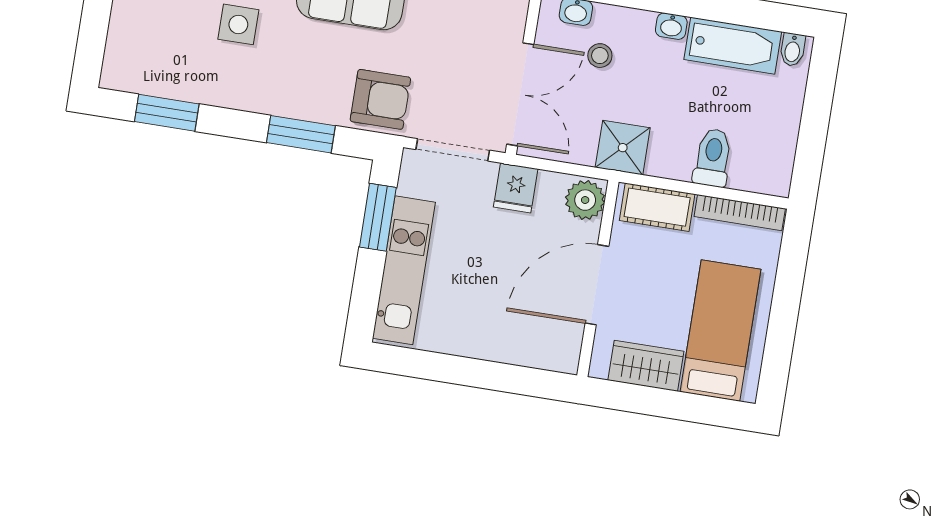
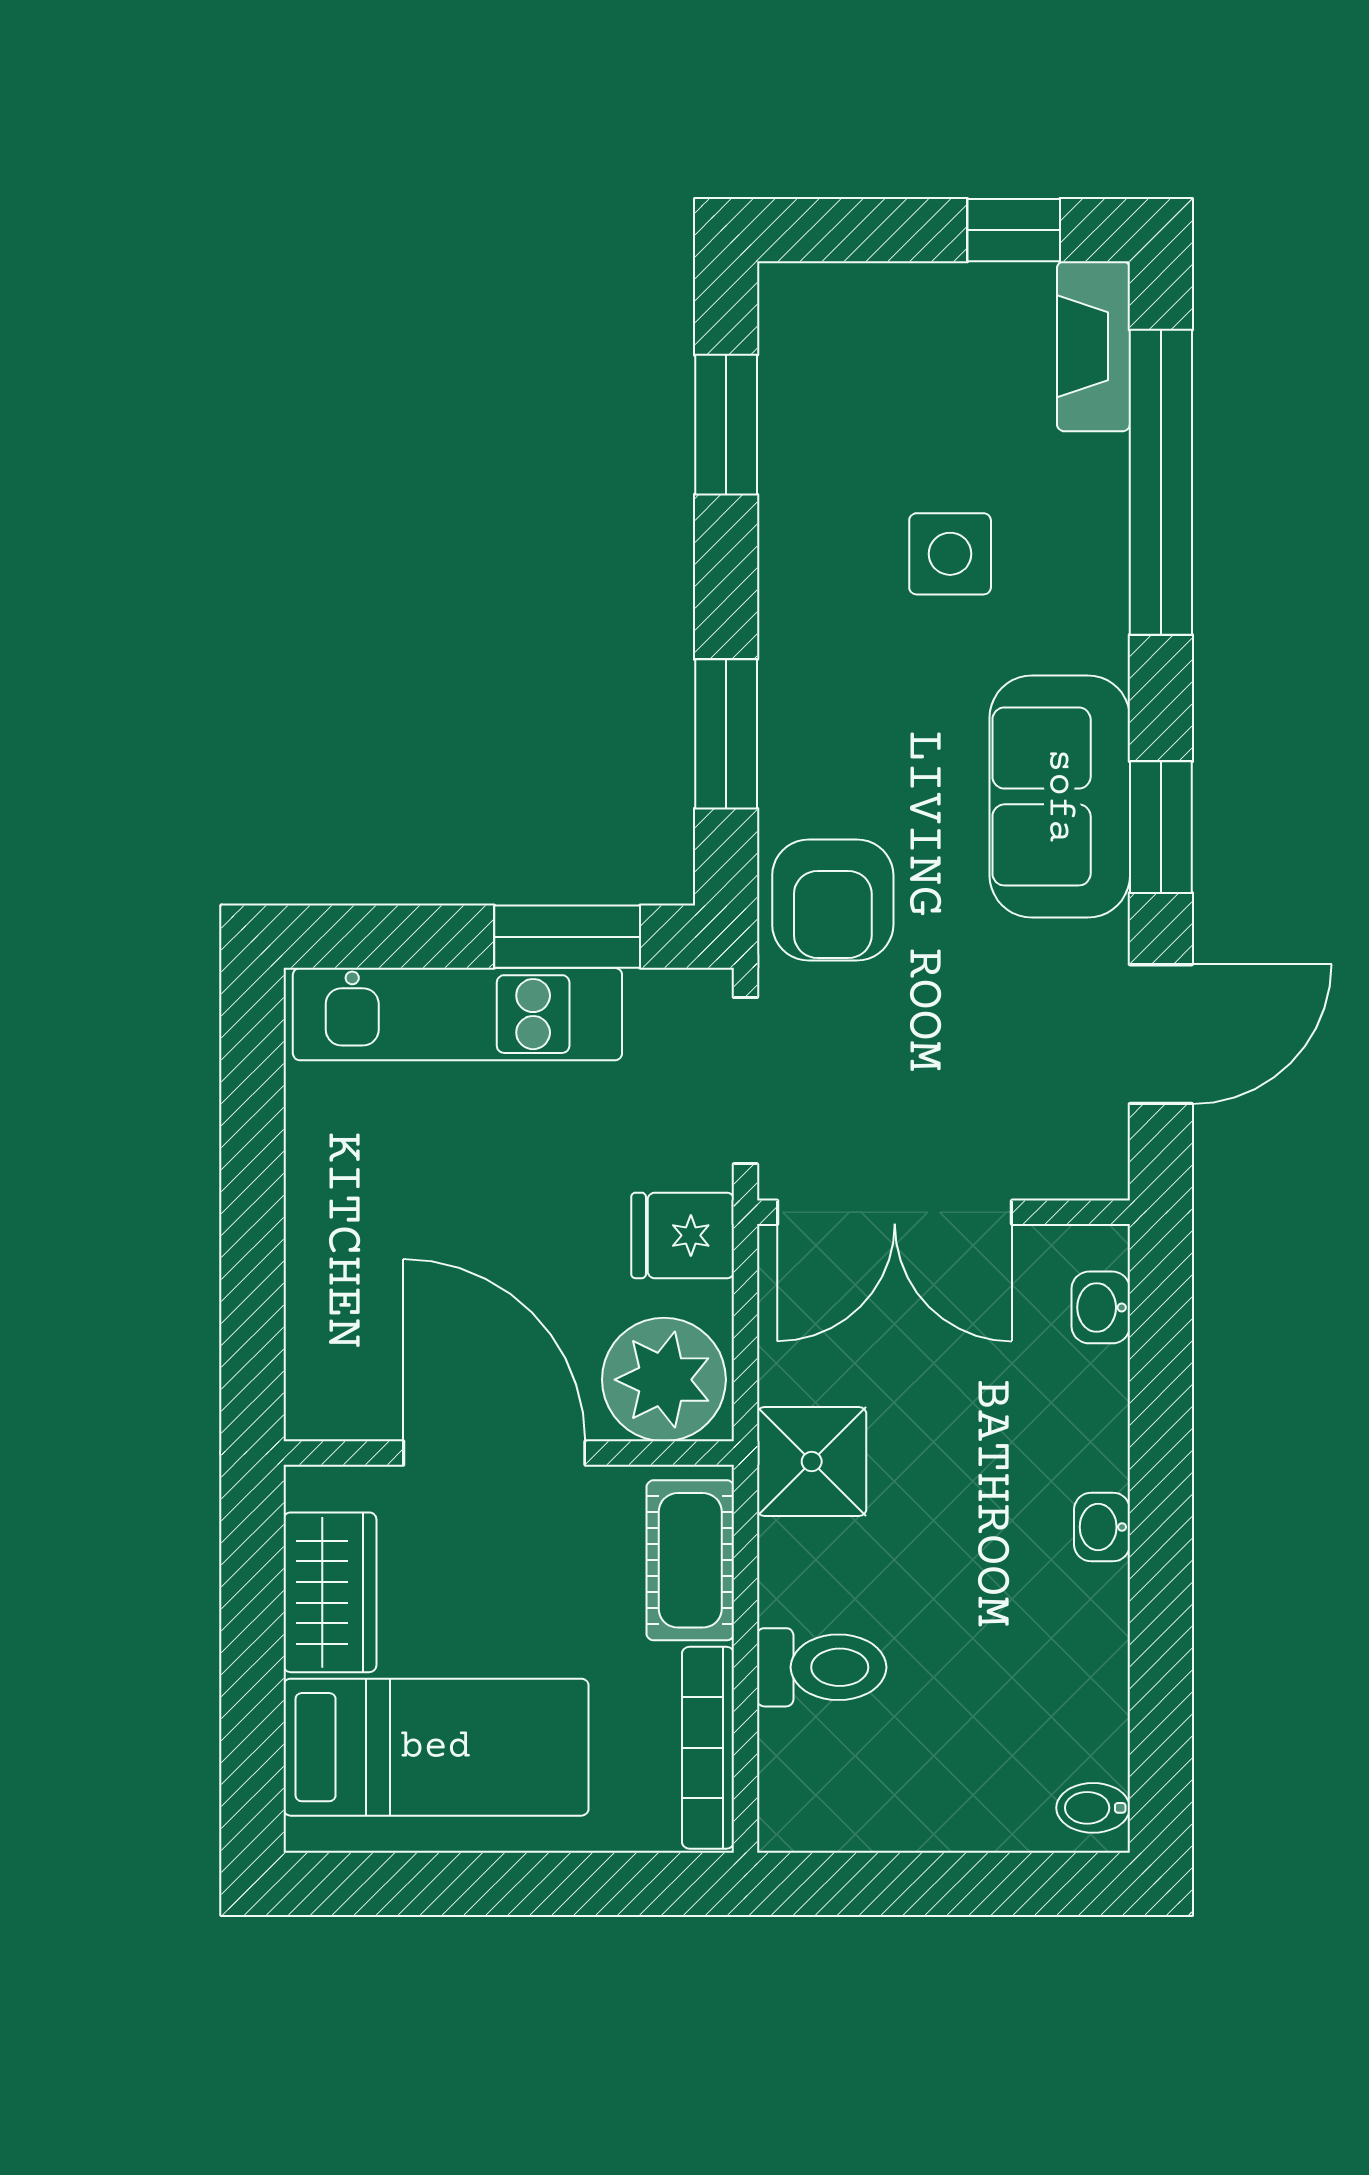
bathtub: (733, 46) -> (1081, 1672), removed
stool: (600, 56) -> (1010, 1377), removed
plant: (585, 200) -> (664, 1380), width x1.36, depth x1.36

